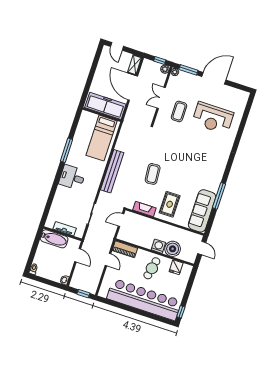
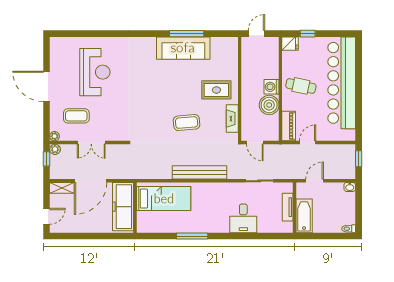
window: (188, 70) -> (47, 121), removed
coffee table: (179, 111) -> (76, 116), moved
desk: (72, 177) -> (243, 218), moved
sofa: (202, 211) -> (183, 48), moved
boiler: (173, 249) -> (269, 105), moved
fridge: (176, 267) -> (290, 44), moved
window: (181, 312) -> (308, 34), moved

